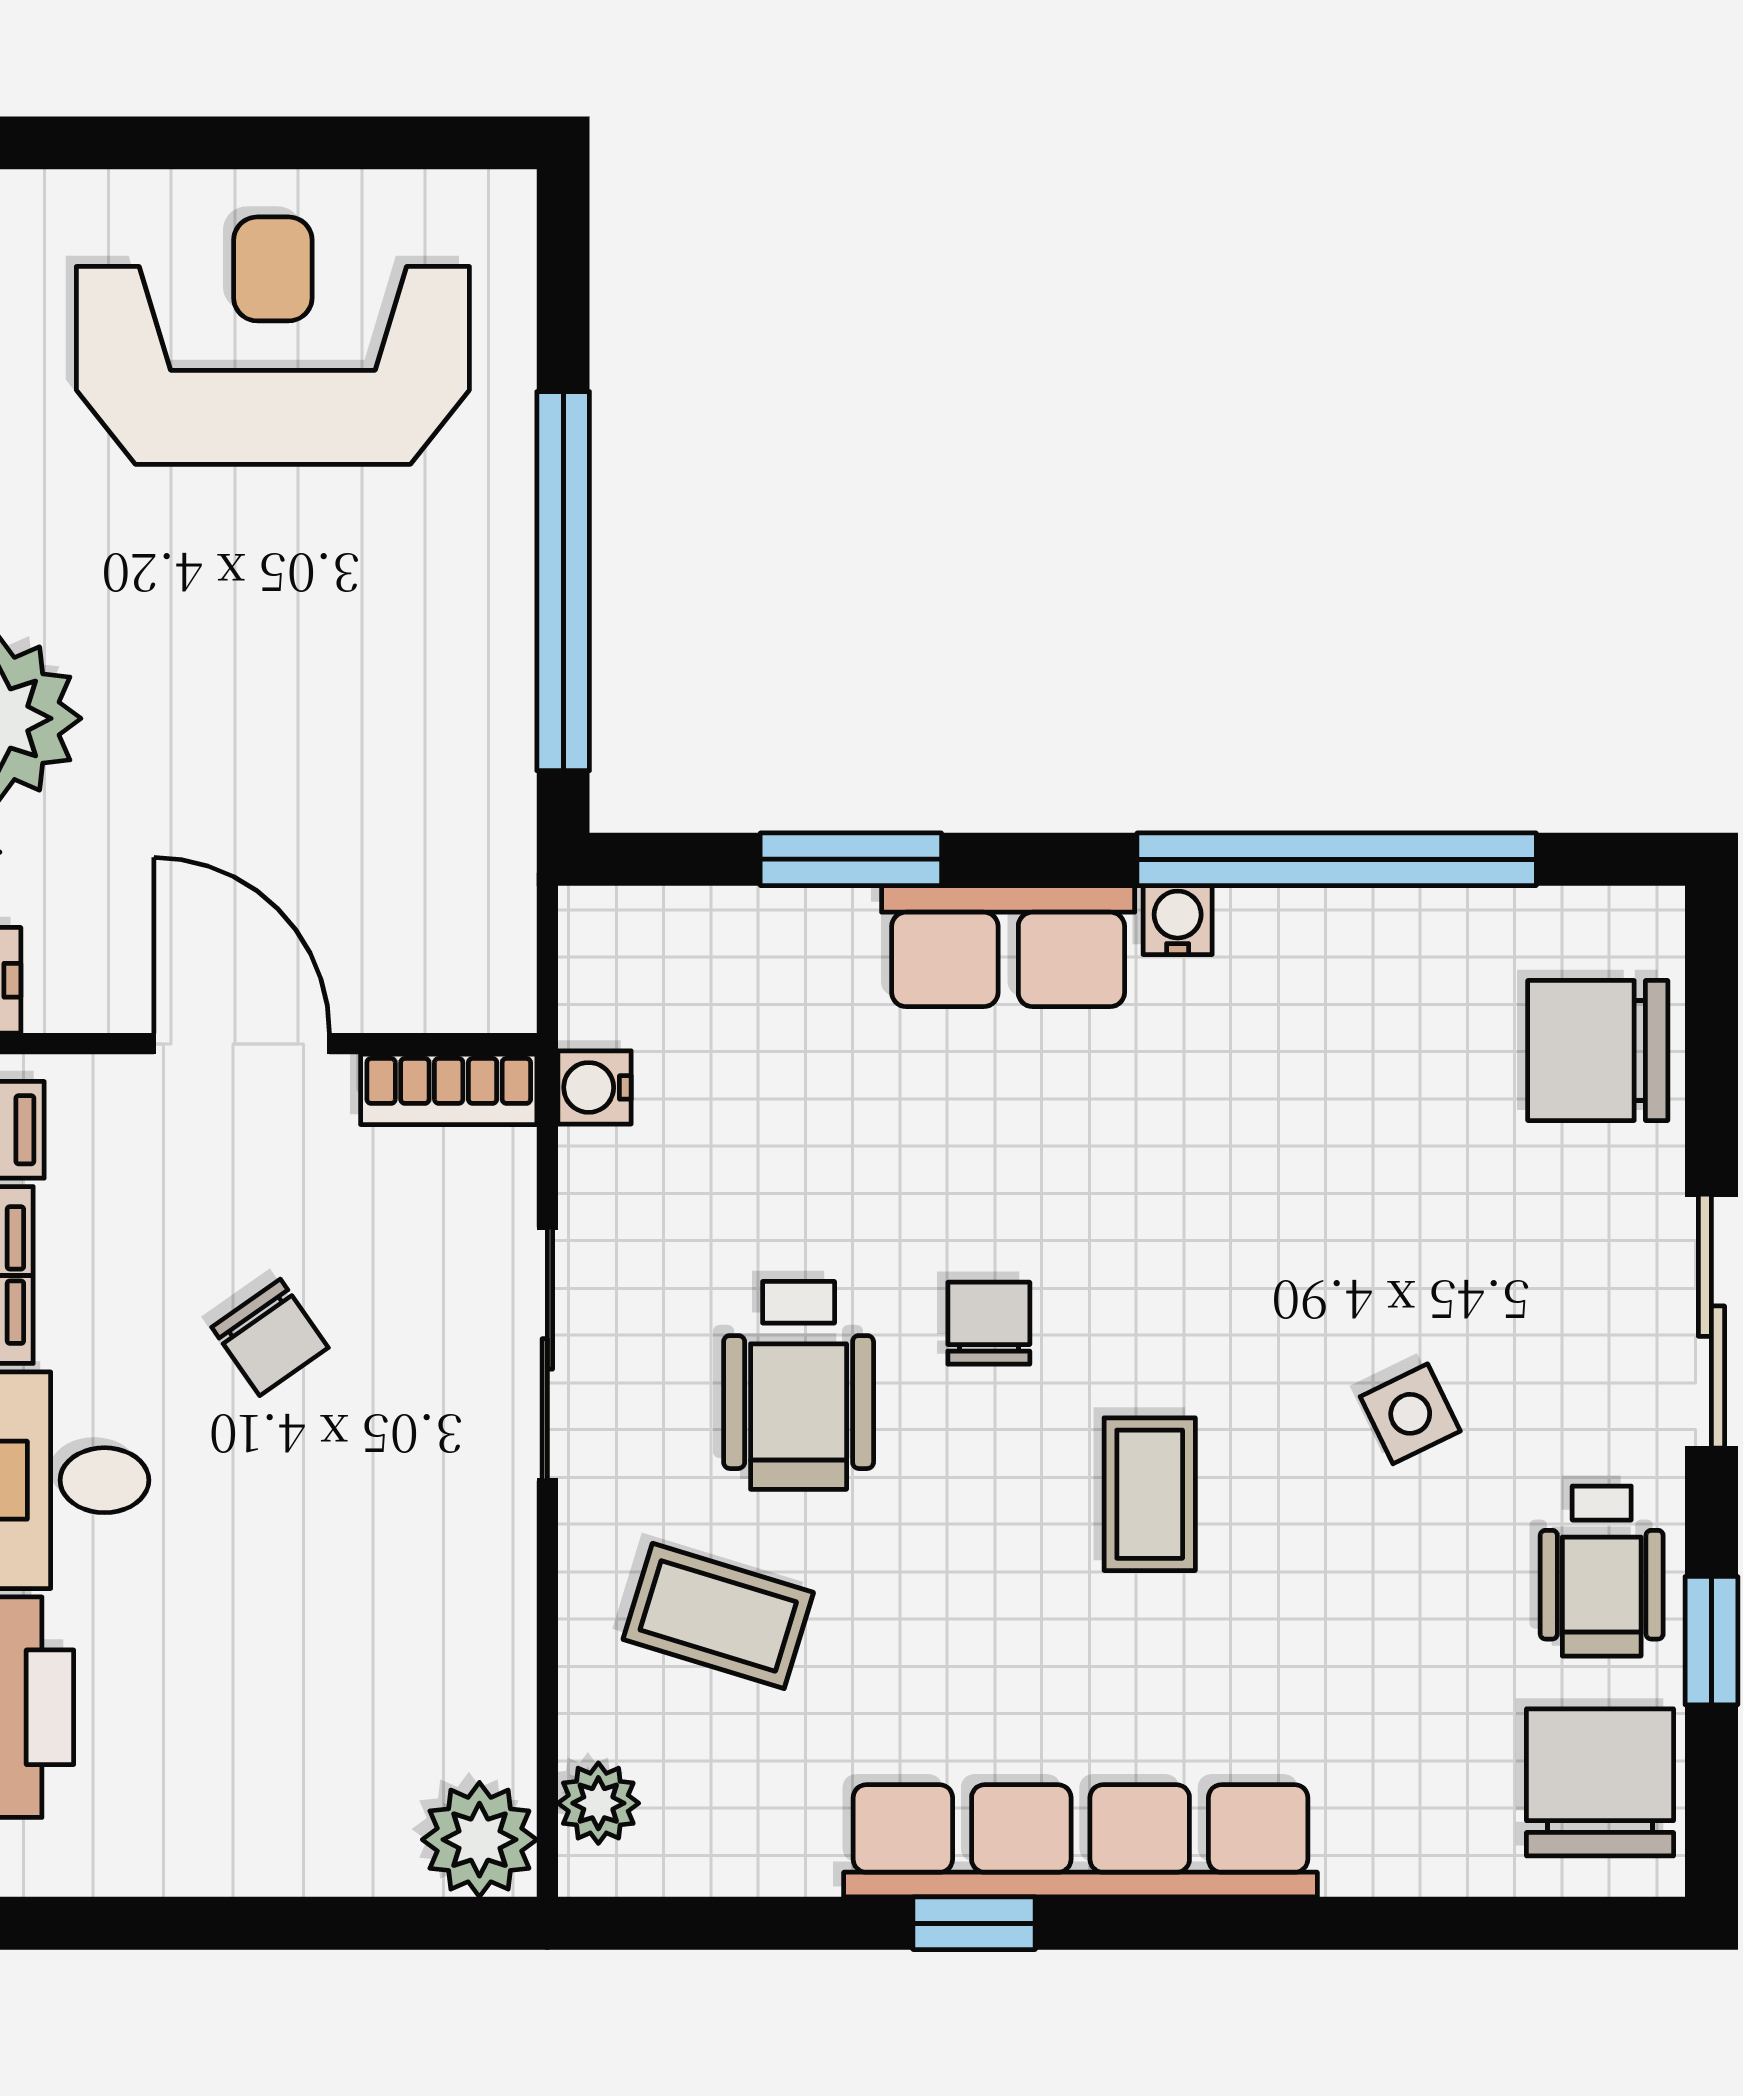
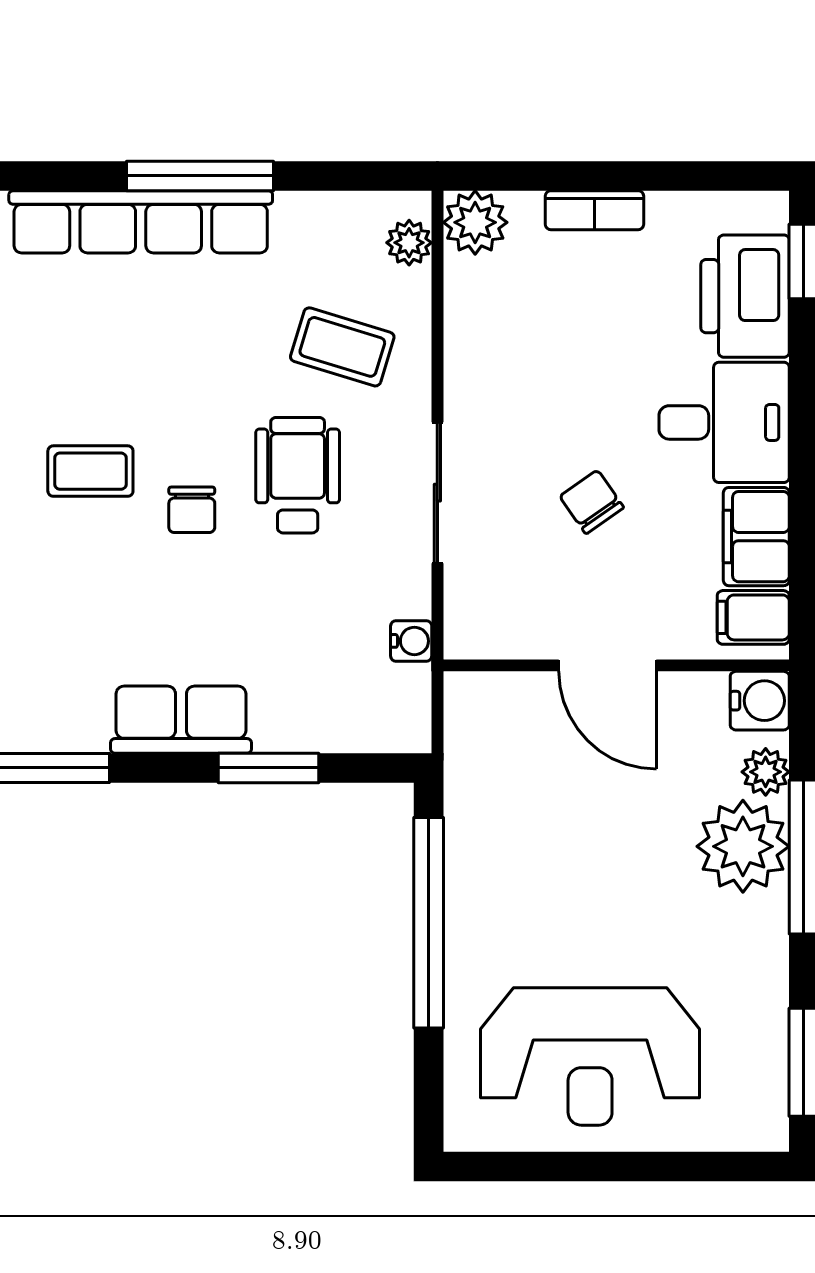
water cooler: (1178, 920) -> (87, 734), removed
bookcase: (449, 1089) -> (594, 210), moved, turned 180
coffee table: (1150, 1494) -> (90, 471), moved, turned 90
window: (974, 1923) -> (200, 176), width x2.17

